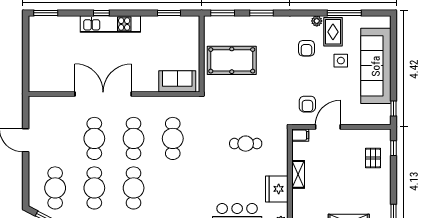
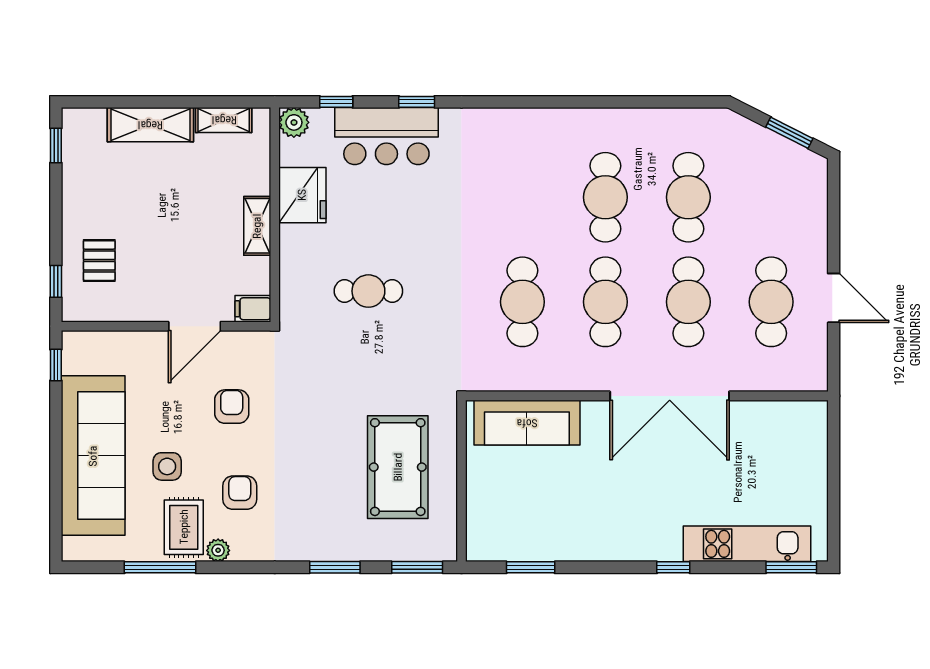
kitchen unit: (110, 24) -> (747, 544), moved
pool table: (232, 60) -> (398, 467), turned 90
sofa: (177, 81) -> (527, 423), width x1.36
armchair: (307, 104) -> (232, 407), moved
cafe table: (55, 188) -> (771, 302), moved

